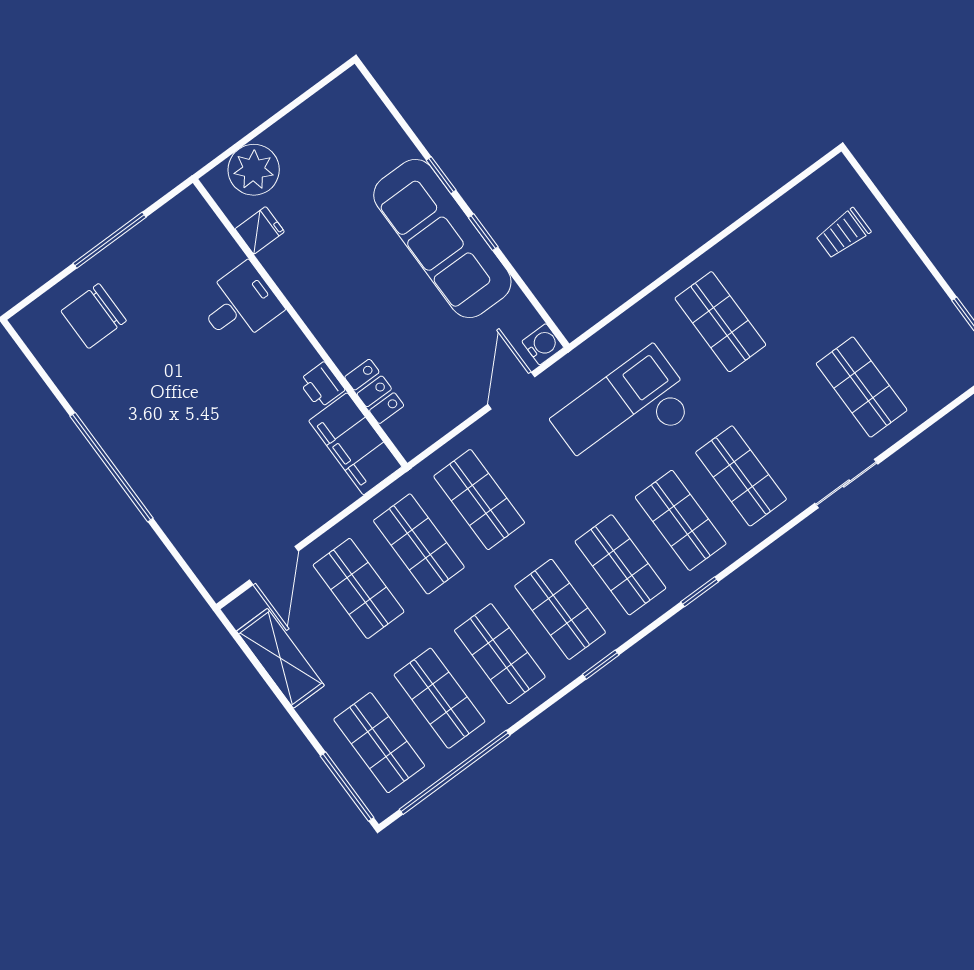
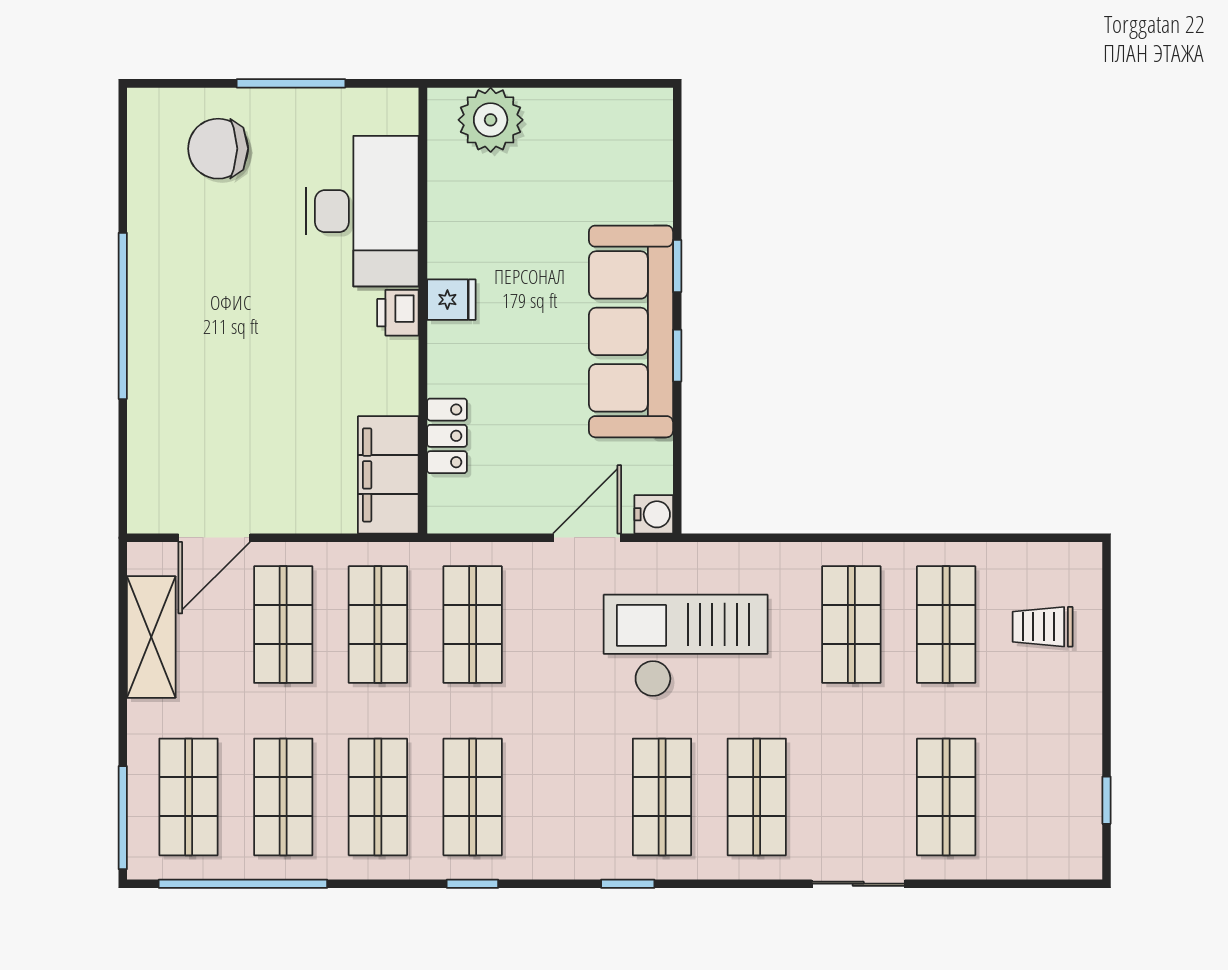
fridge: (260, 230) -> (451, 300), moved
desk: (240, 304) -> (362, 211), width x1.87, depth x1.30
printer: (322, 385) -> (398, 313), moved
shop shelf: (620, 565) -> (946, 625), moved

